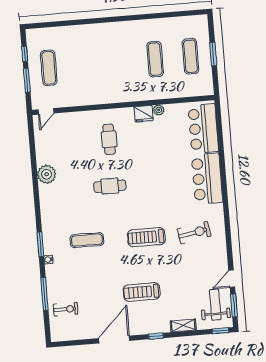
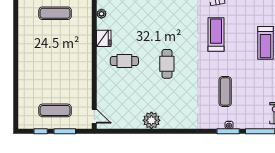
fridge: (144, 114) -> (104, 38), moved
treadmill: (146, 237) -> (216, 35), turned 180
exercise mat: (87, 240) -> (225, 91), moved
window: (40, 244) -> (228, 131), moved

